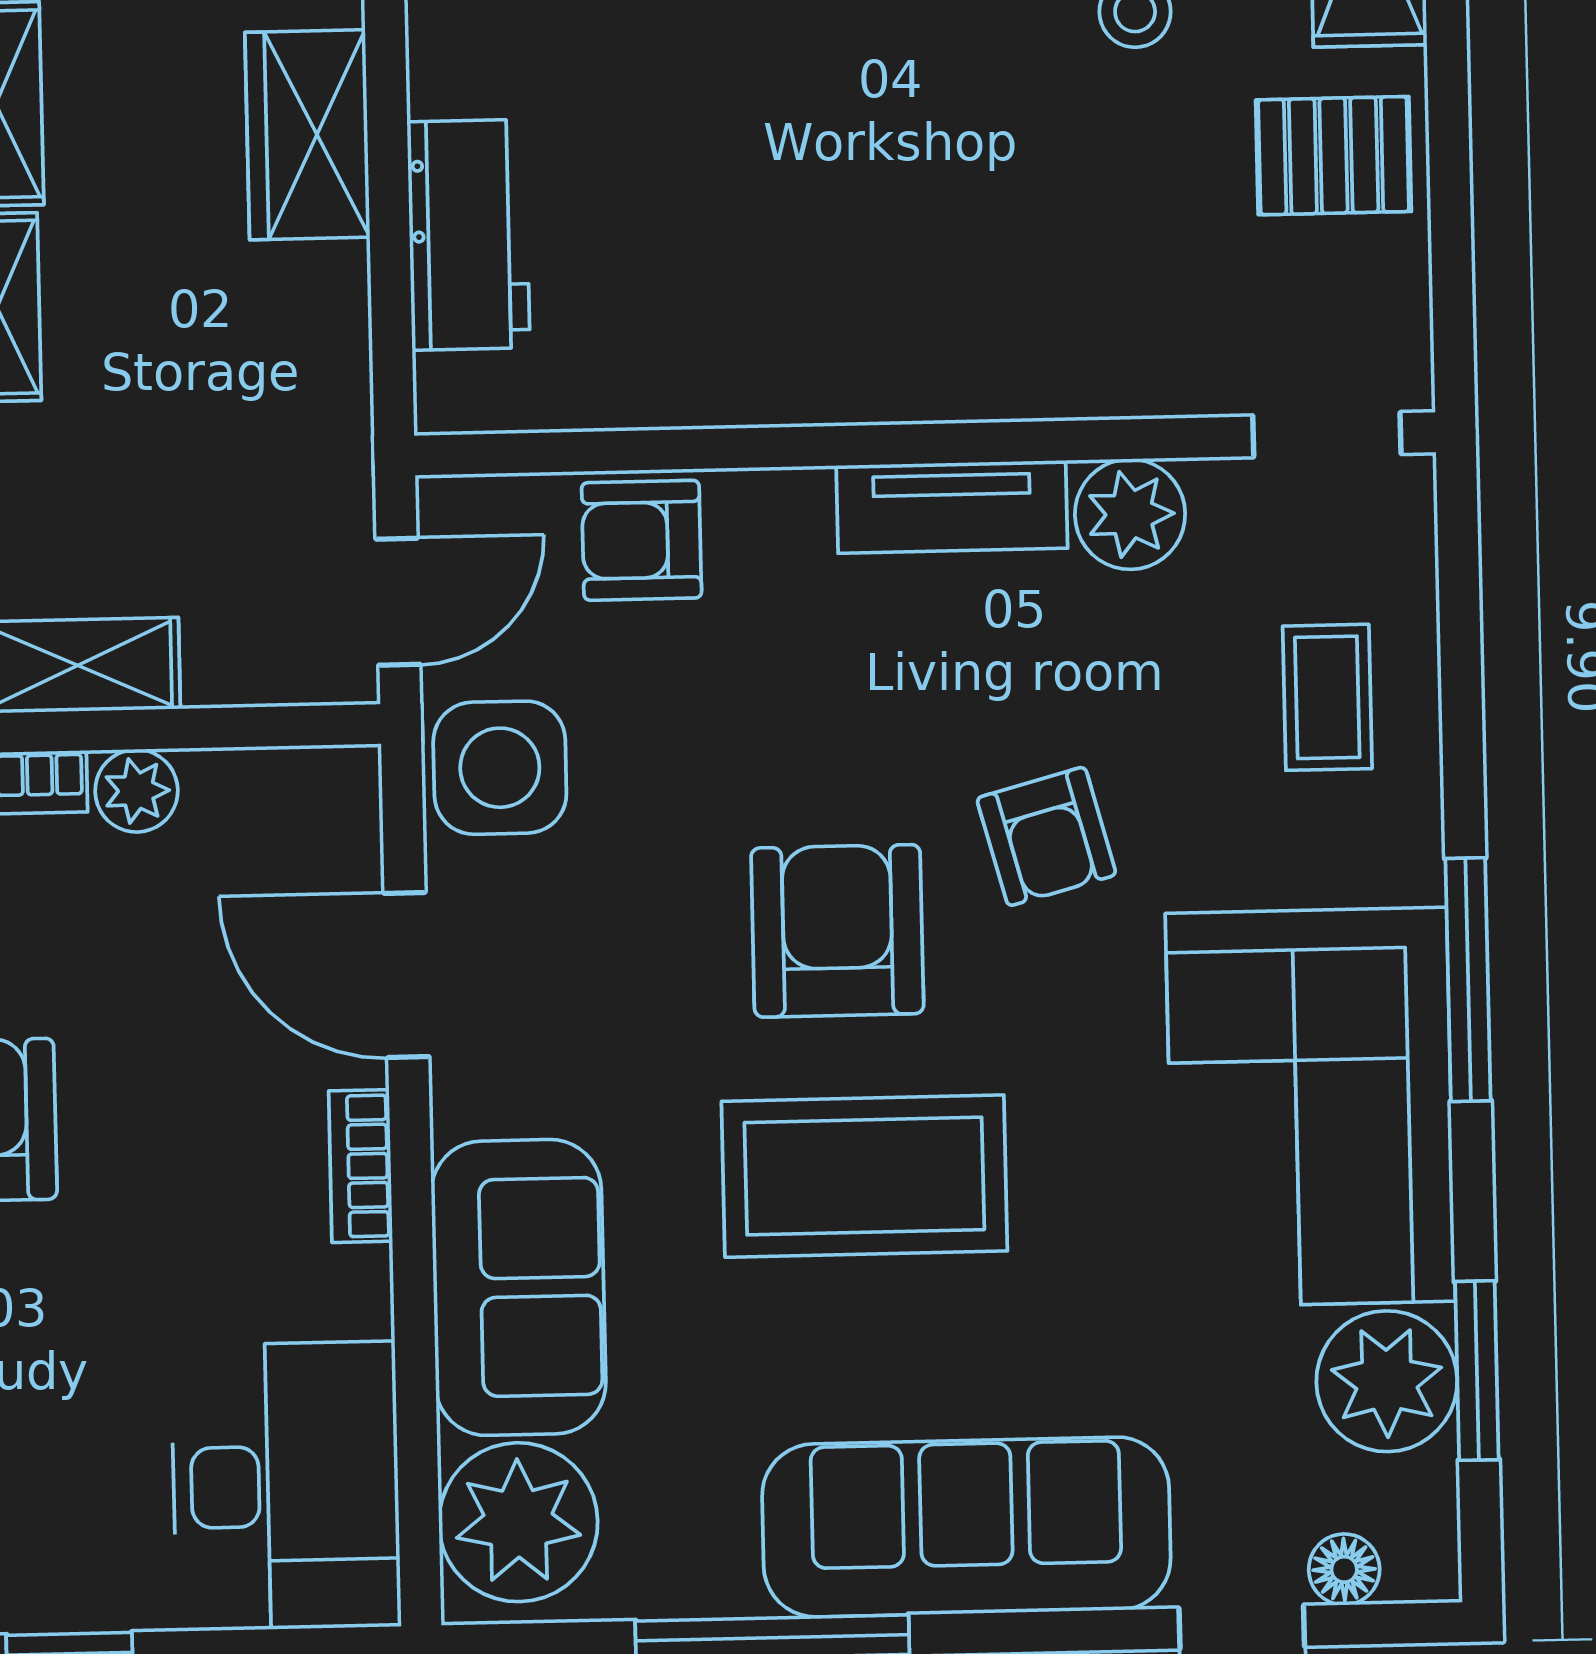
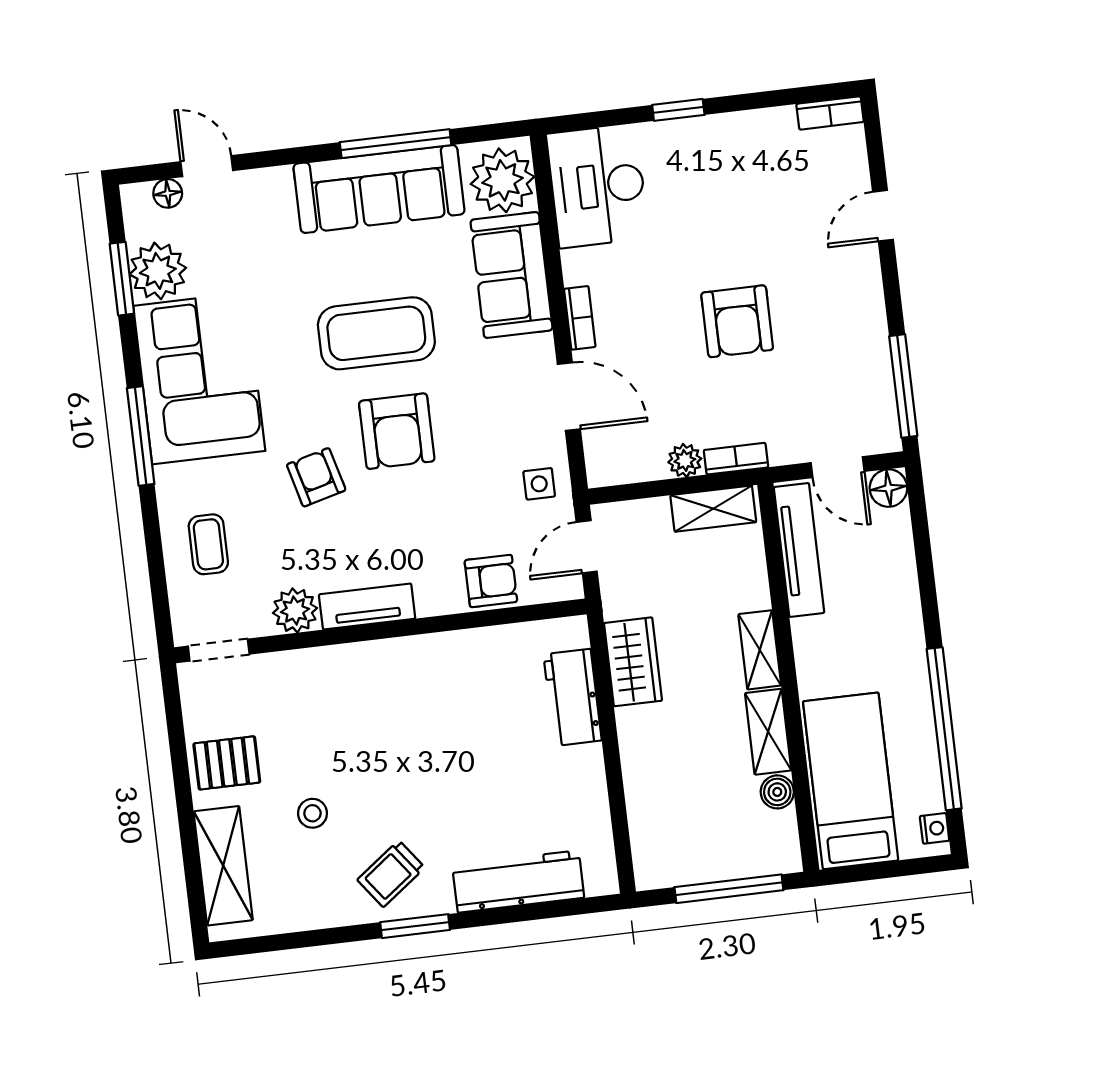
wardrobe: (307, 135) -> (633, 662), moved
side table: (500, 768) -> (539, 484), width x0.54, depth x0.54
sofa: (966, 1527) -> (379, 189), moved

